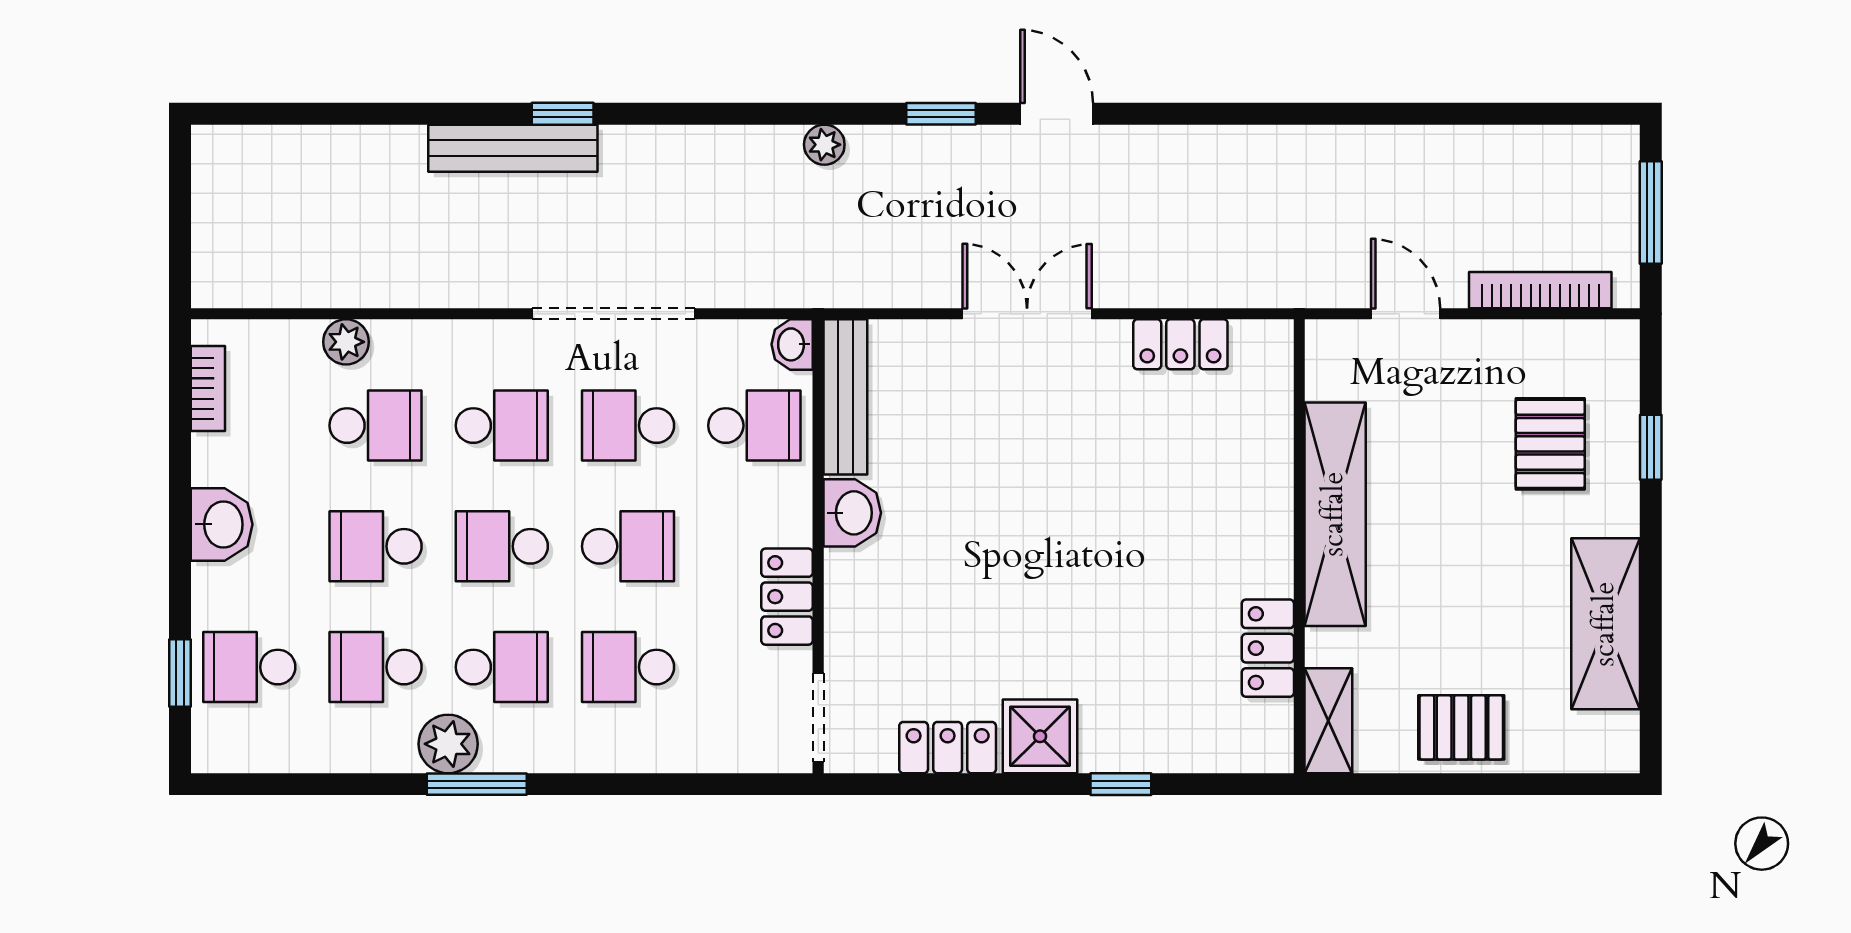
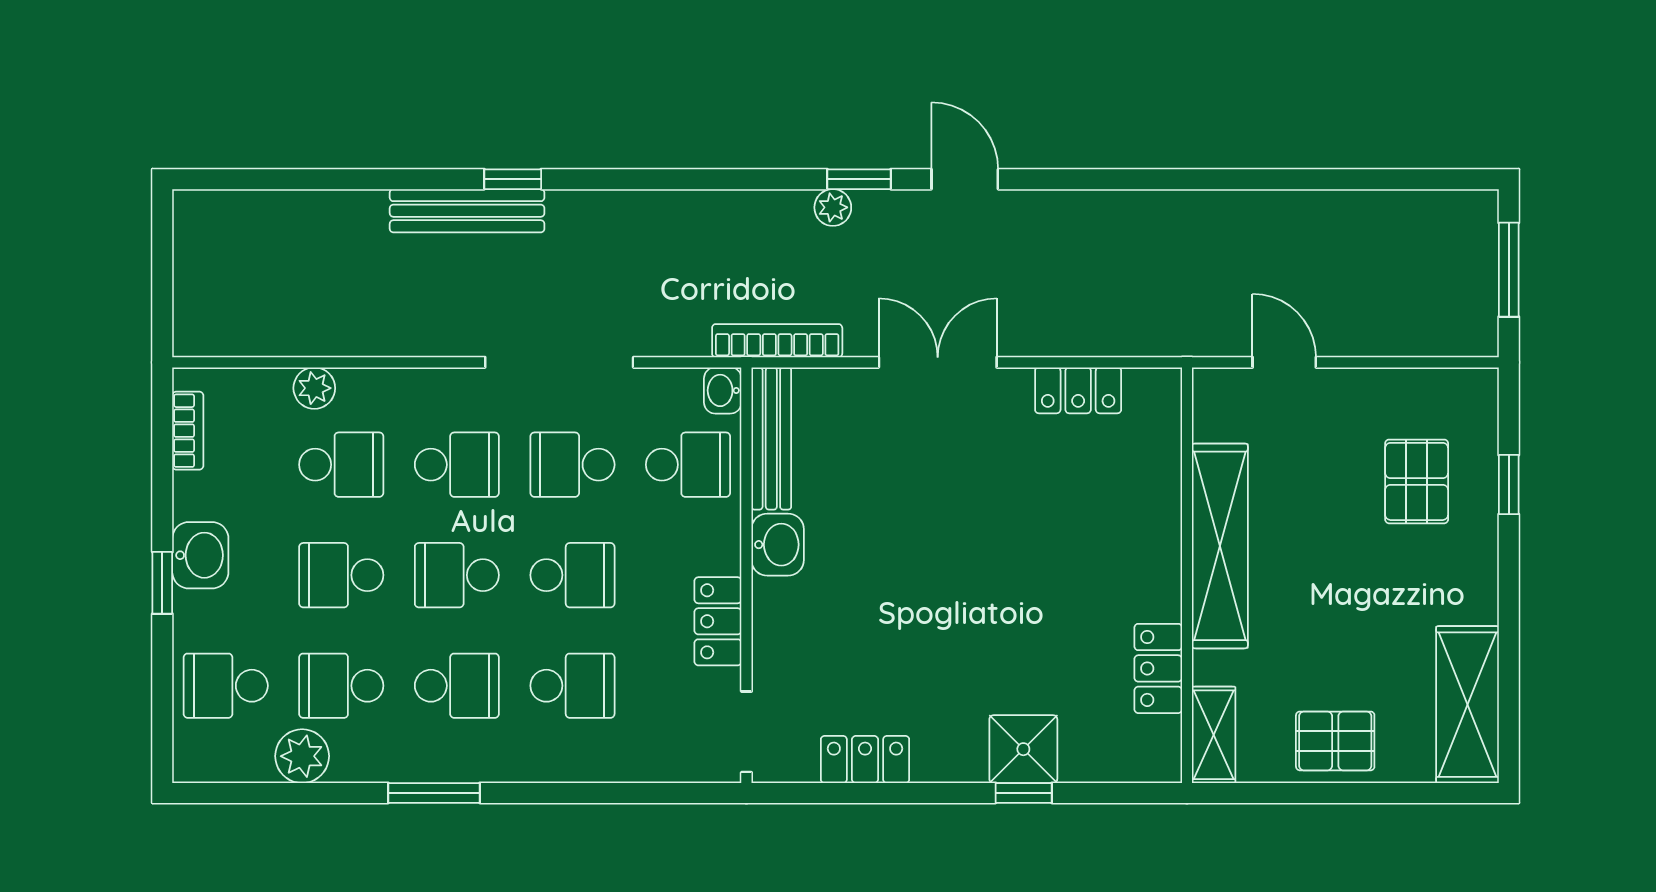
plant: (824, 145) -> (833, 207), moved
bookcase: (1540, 290) -> (777, 341), moved
shelving: (1606, 624) -> (1467, 705), moved
school desk: (628, 667) -> (572, 686), turned 180
window: (180, 673) -> (162, 583), moved
shower: (1040, 736) -> (1023, 749), moved
plant: (448, 744) -> (302, 756), moved

